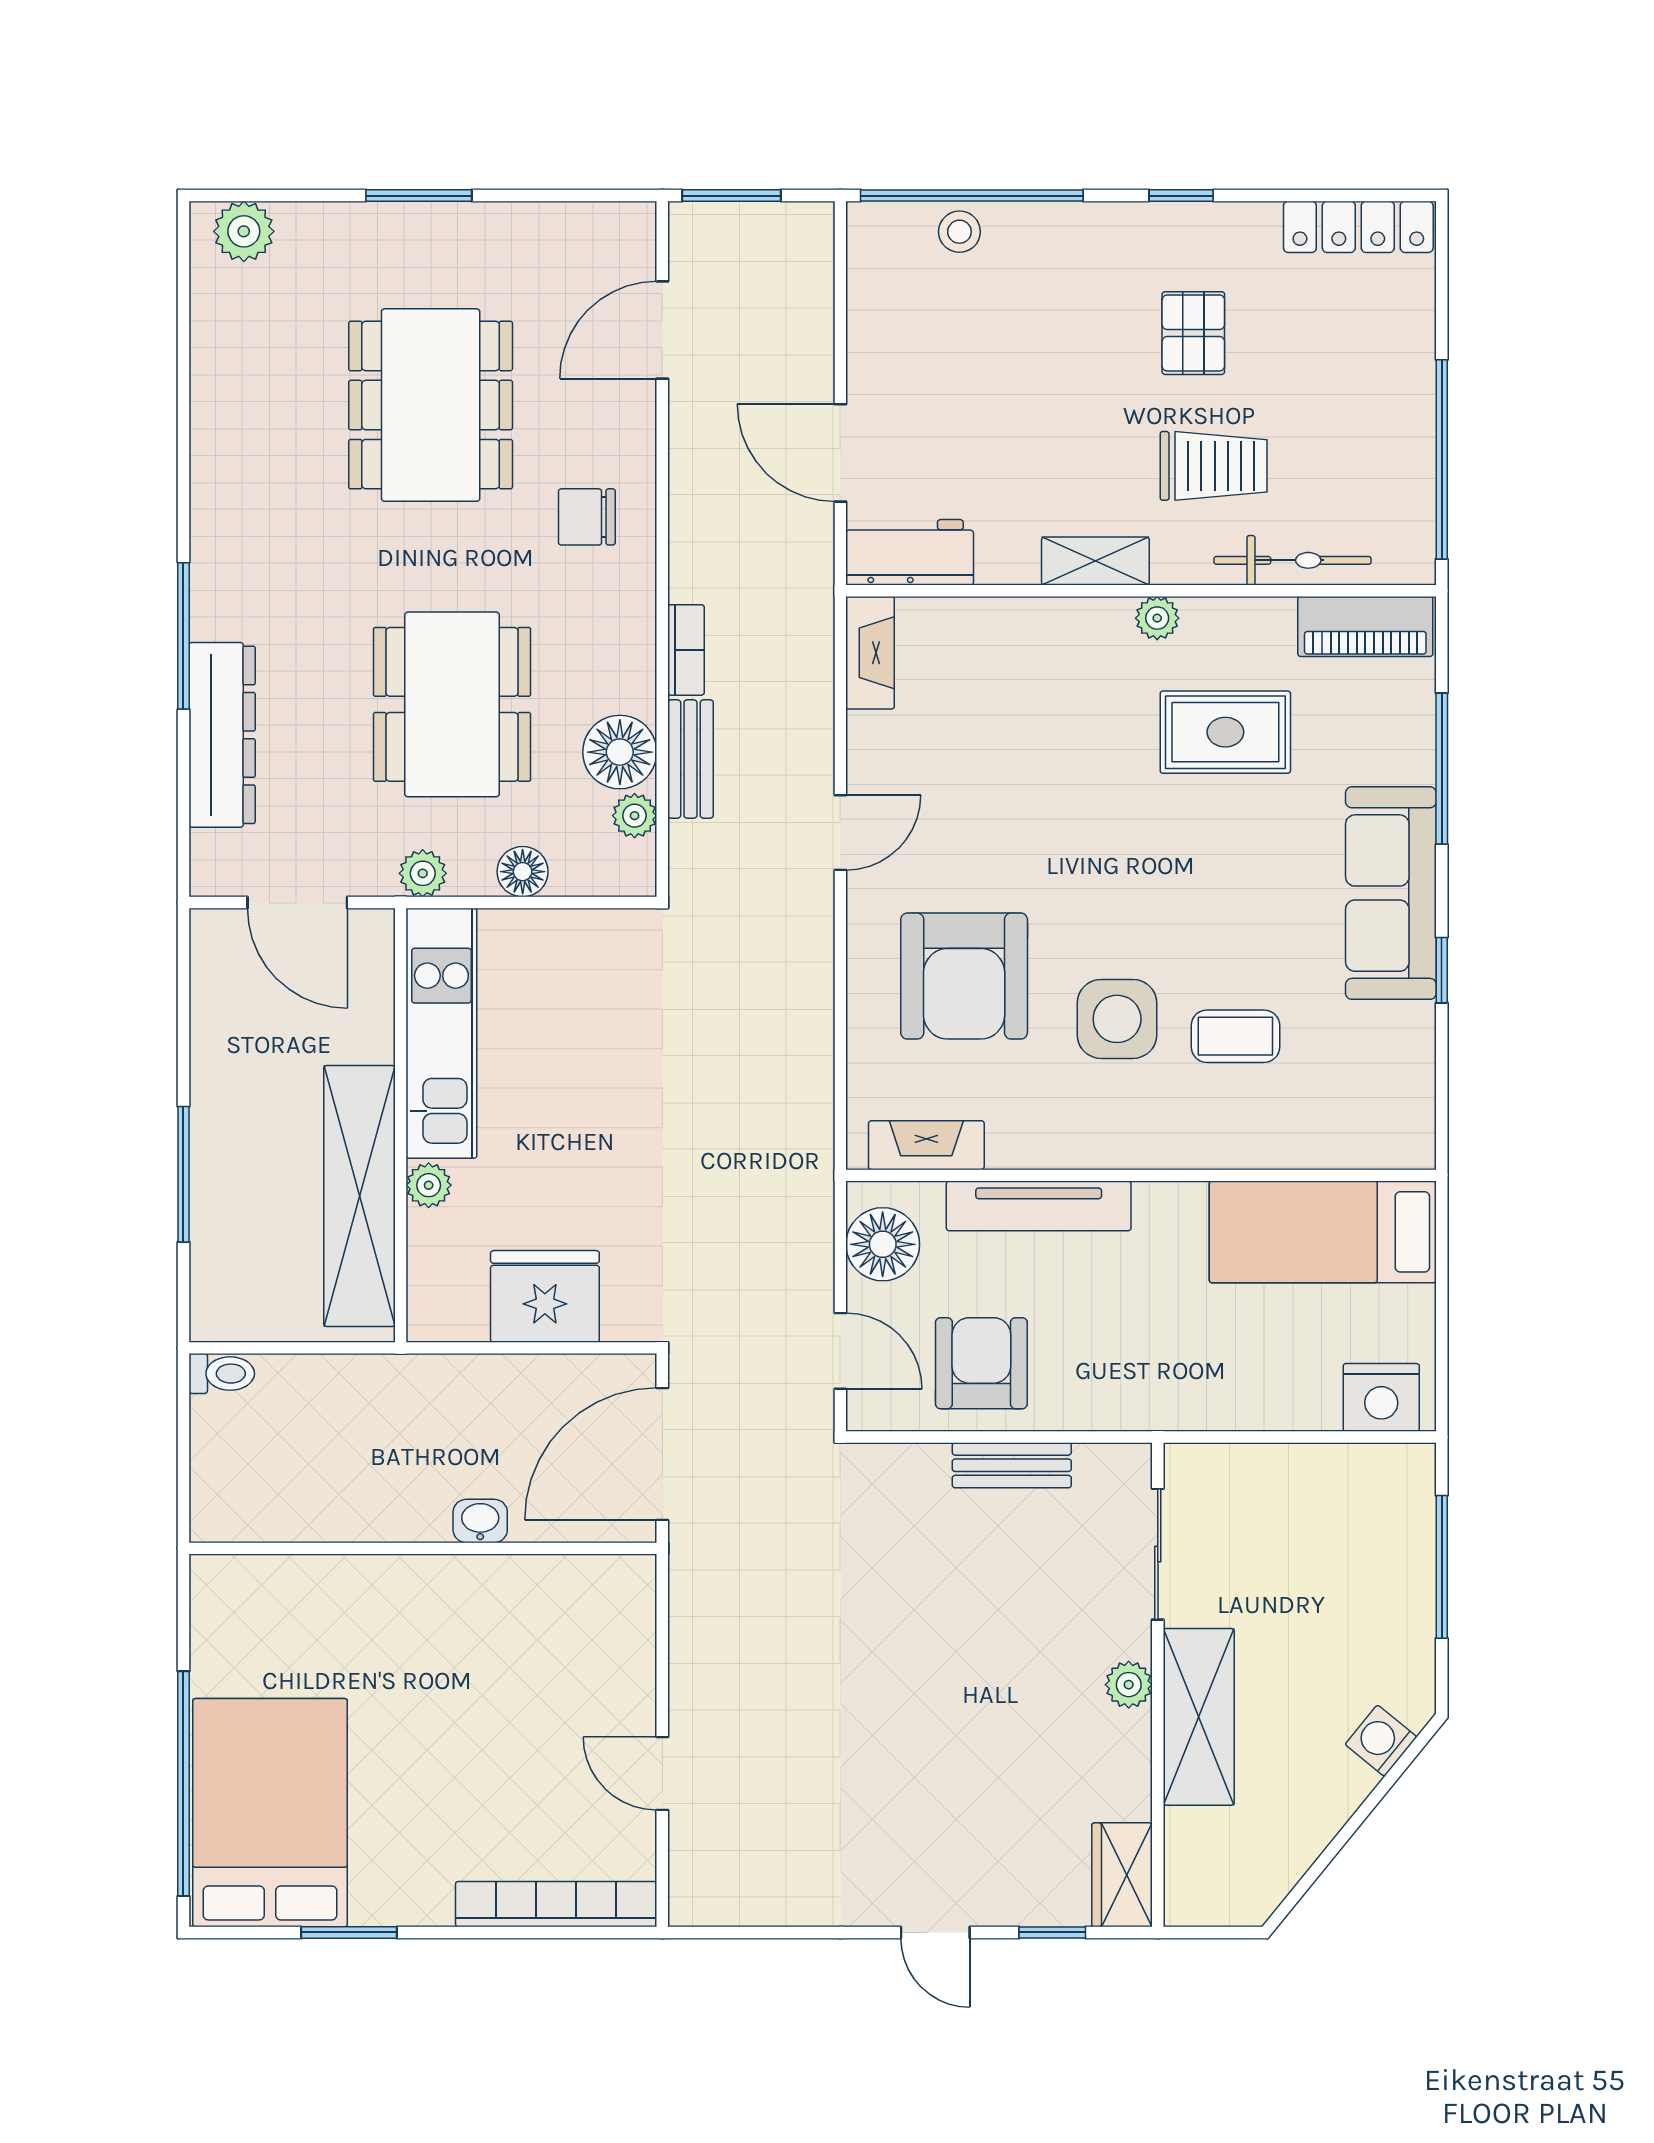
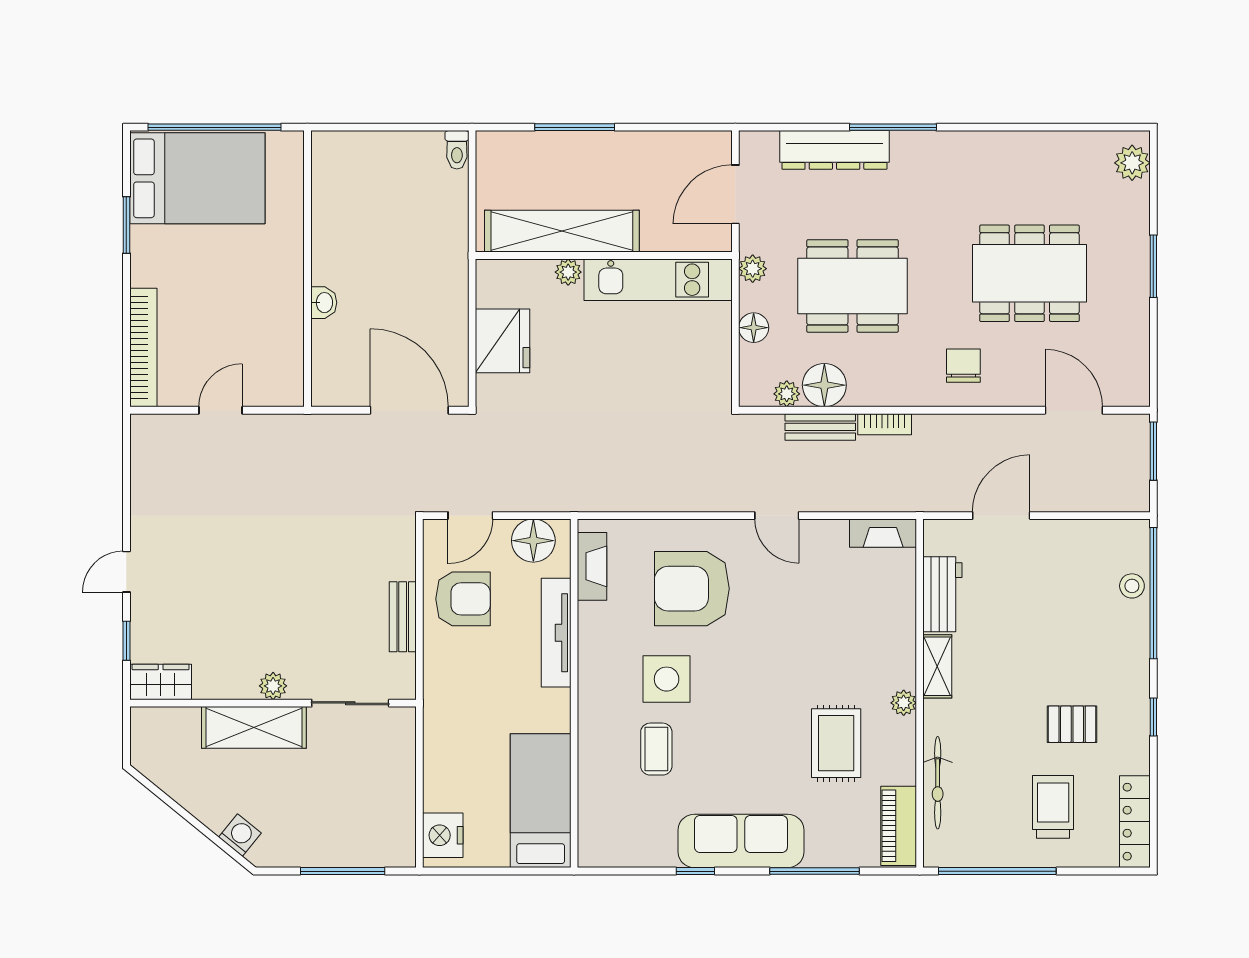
trolley: (1214, 466) -> (1053, 807), moved, turned 180
workbench: (910, 552) -> (942, 594), moved
washbasin: (480, 1521) -> (324, 303), moved
wall: (423, 1548) -> (307, 269), moved

